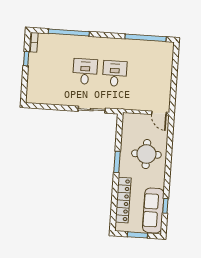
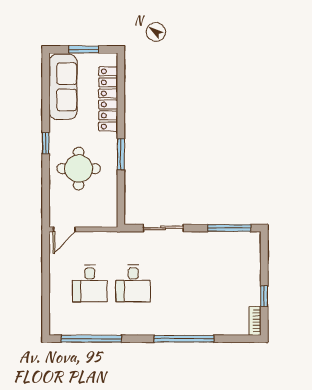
window: (69, 33) -> (184, 339), moved
desk: (85, 71) -> (90, 283), moved
window: (47, 107) -> (229, 228), added
door: (159, 113) -> (64, 229), swing flipped
window: (165, 206) -> (46, 143), moved

